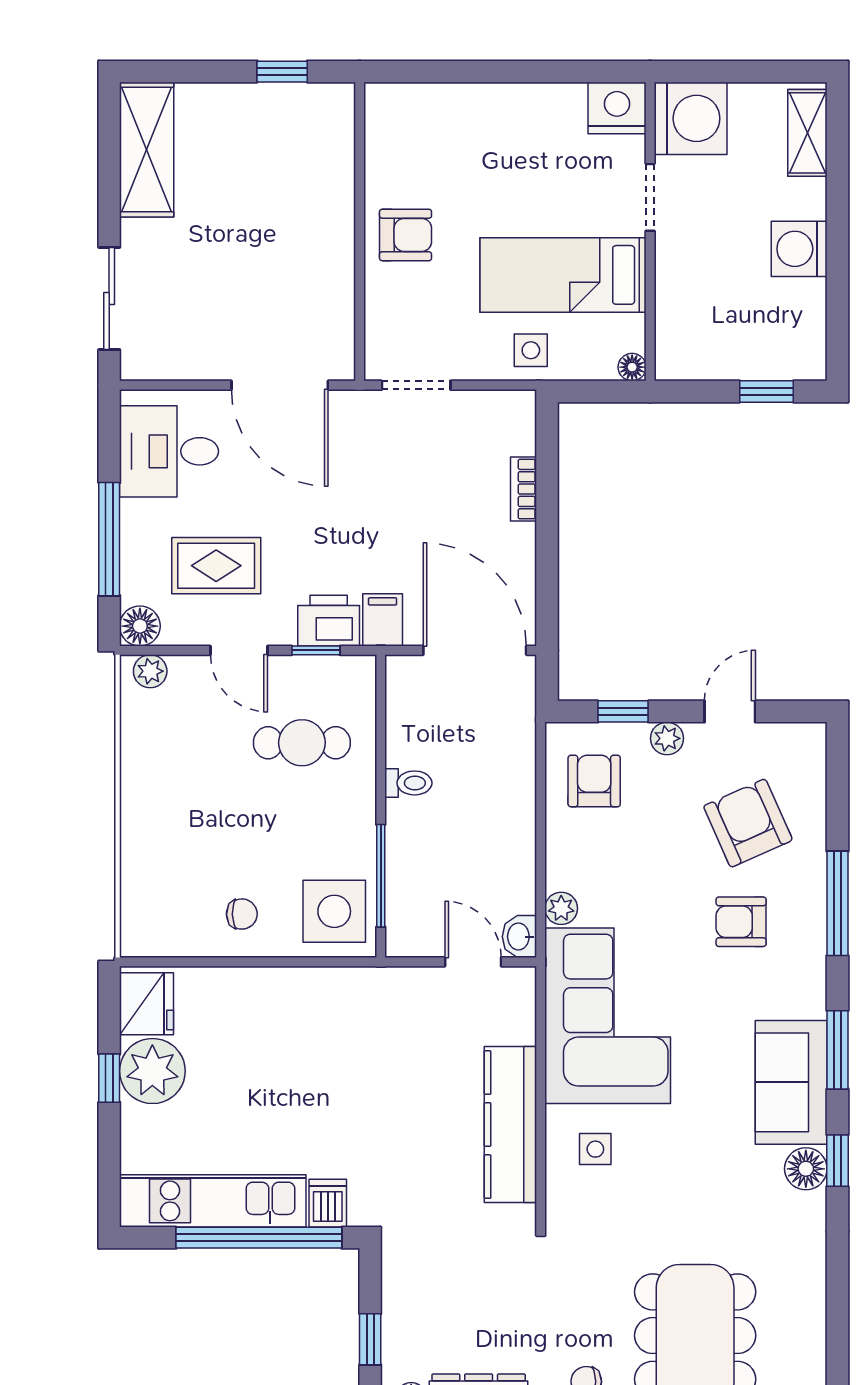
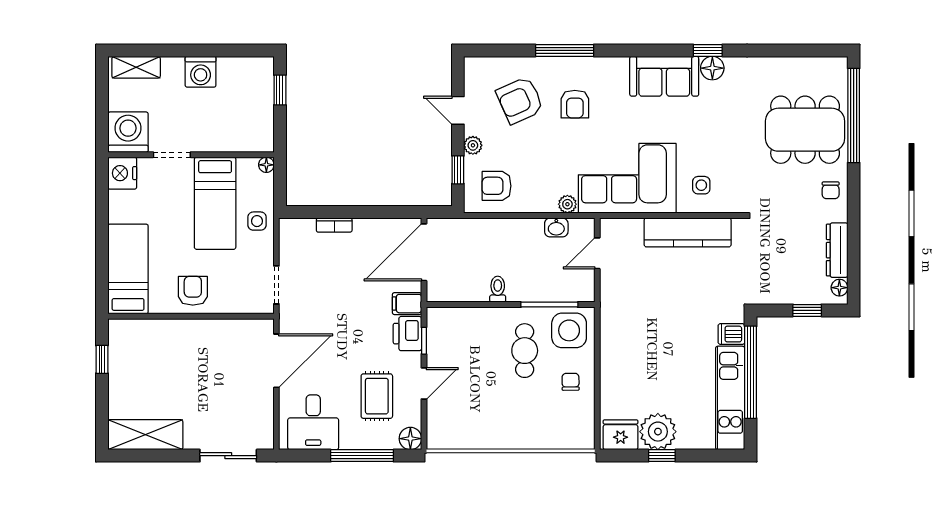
bed: (445, 118) -> (128, 269), added
plant: (150, 671) -> (436, 433), removed
cafe table: (302, 743) -> (525, 351), moved
washbasin: (519, 937) -> (556, 227), moved
window: (837, 1050) -> (646, 50), removed

